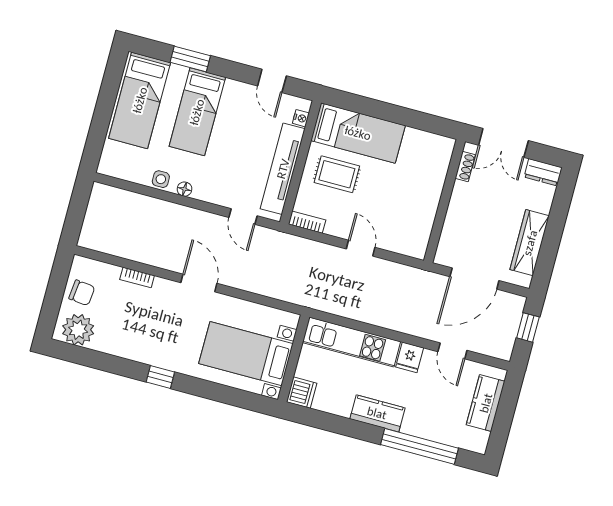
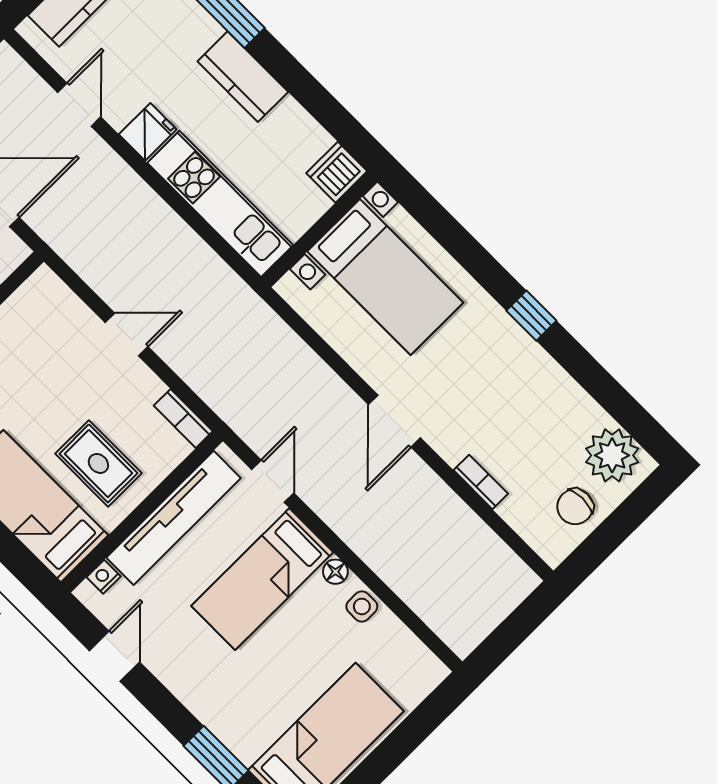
bed: (197, 112) -> (262, 579), moved, turned 180
door: (361, 248) -> (127, 334), swing flipped
chair: (82, 293) -> (575, 507), turned -96

